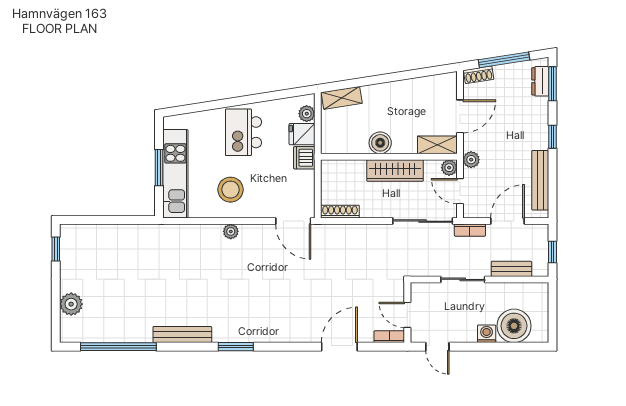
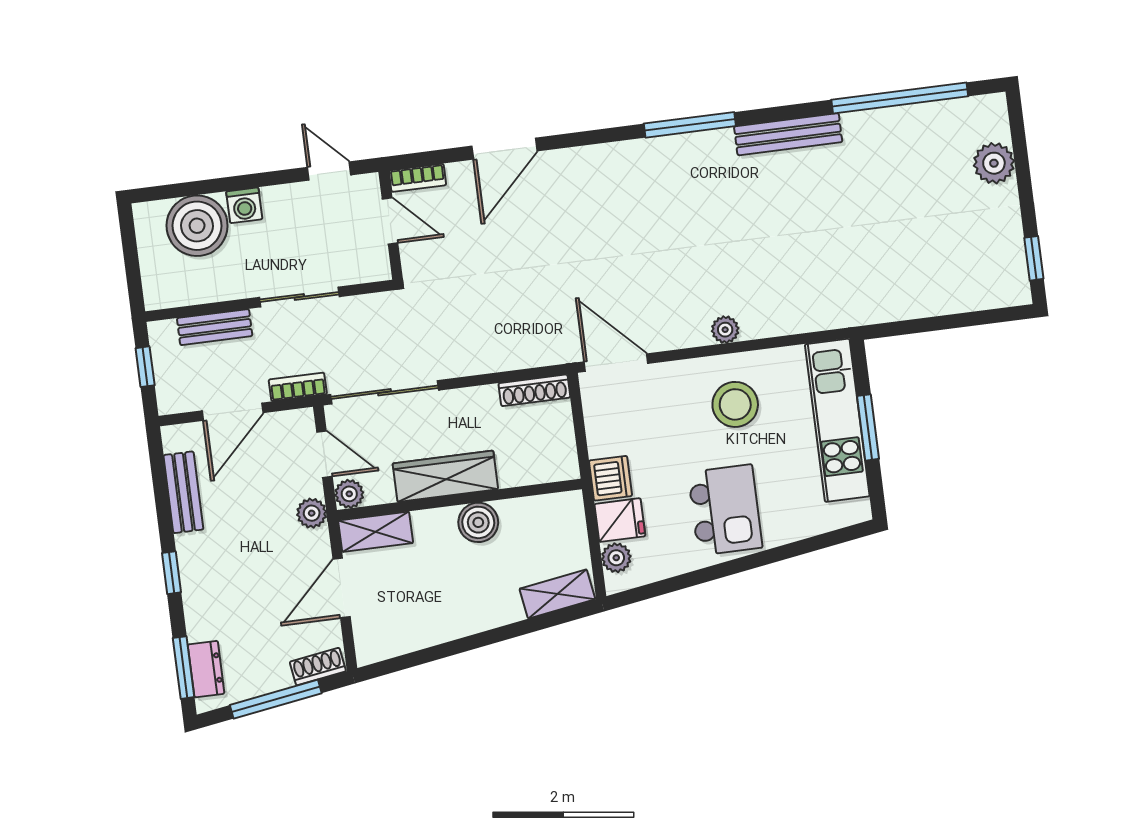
bench: (540, 180) -> (183, 492), width x0.73
window: (236, 347) -> (690, 125), width x1.44

